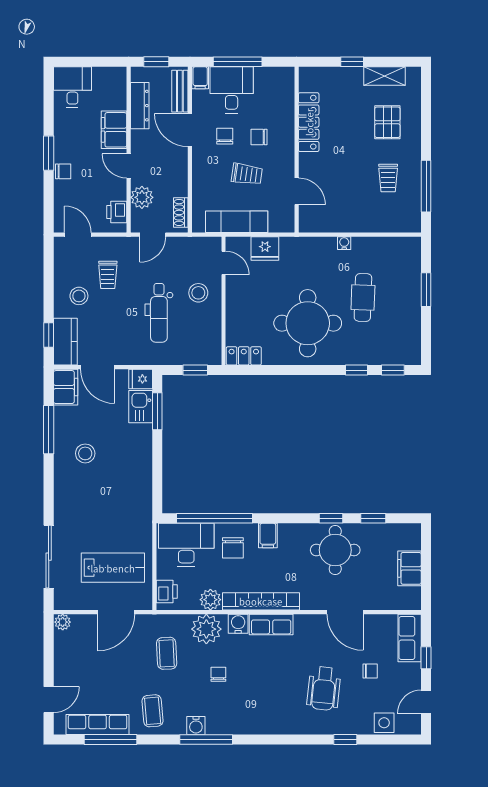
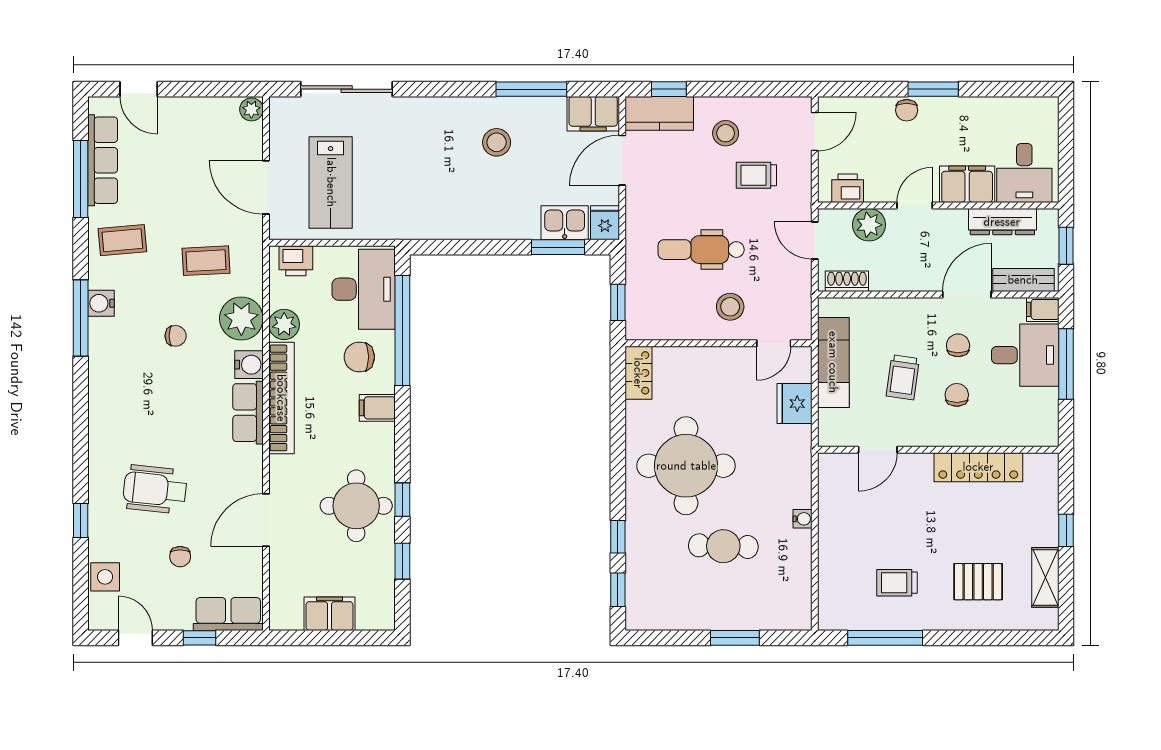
desk: (72, 87) -> (1024, 173), moved, turned 90
chair: (225, 136) -> (958, 345), turned -90

